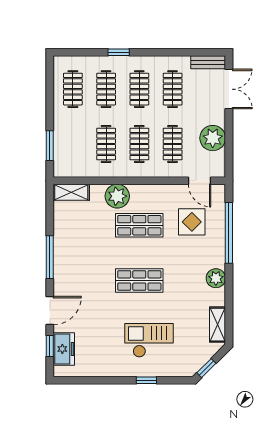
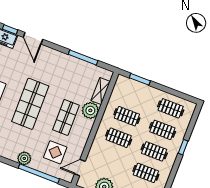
clothes rail: (173, 144) -> (110, 159), removed
shelving: (71, 192) -> (101, 91), moved
window: (50, 257) -> (83, 58), moved
plant: (216, 278) -> (24, 158), moved
shop shelf: (139, 280) -> (30, 104), width x1.43, depth x1.36

